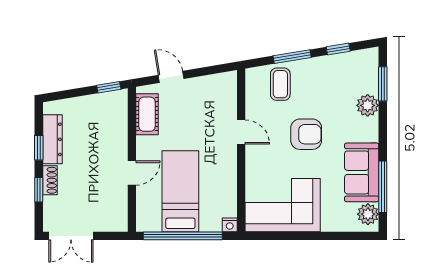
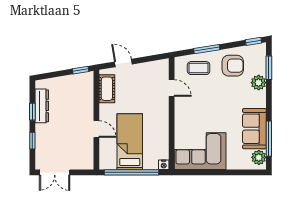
window: (338, 49) -> (253, 41), moved
coffee table: (280, 84) -> (199, 68), turned 90
door: (241, 132) -> (172, 88), moved
armchair: (306, 134) -> (233, 66), moved
door: (132, 173) -> (96, 129), hinge flipped
shoe rack: (50, 180) -> (40, 134), removed

